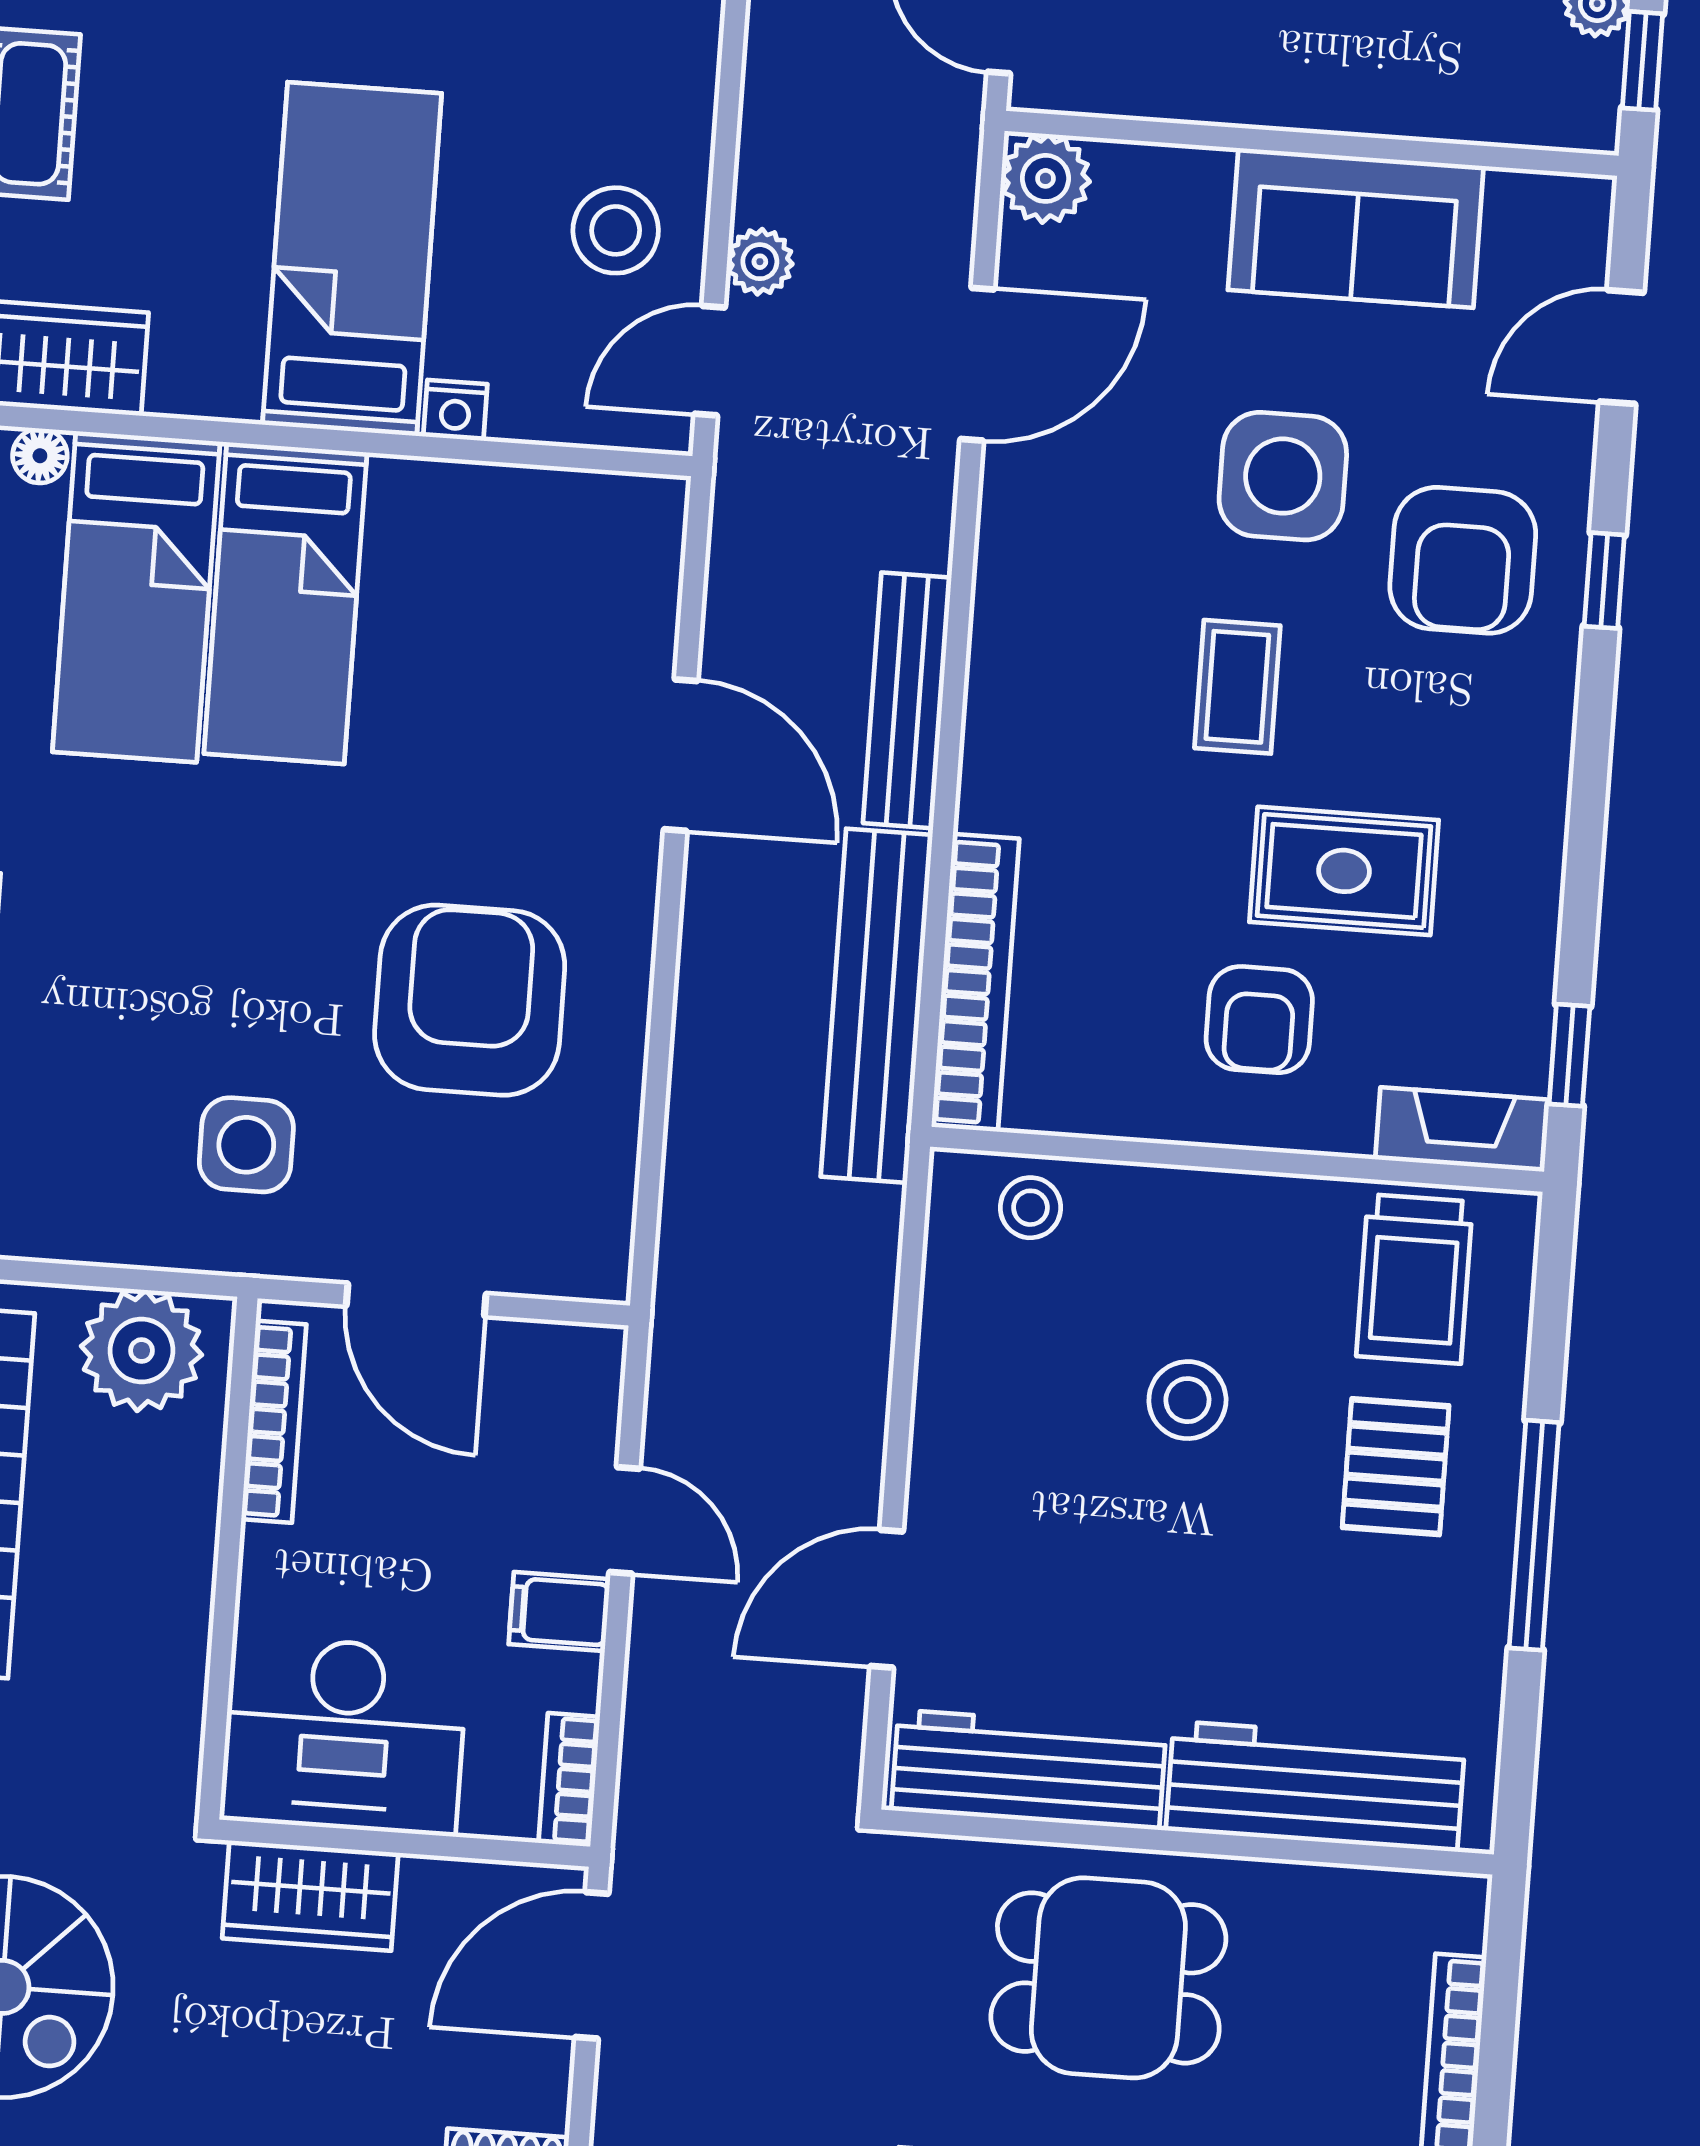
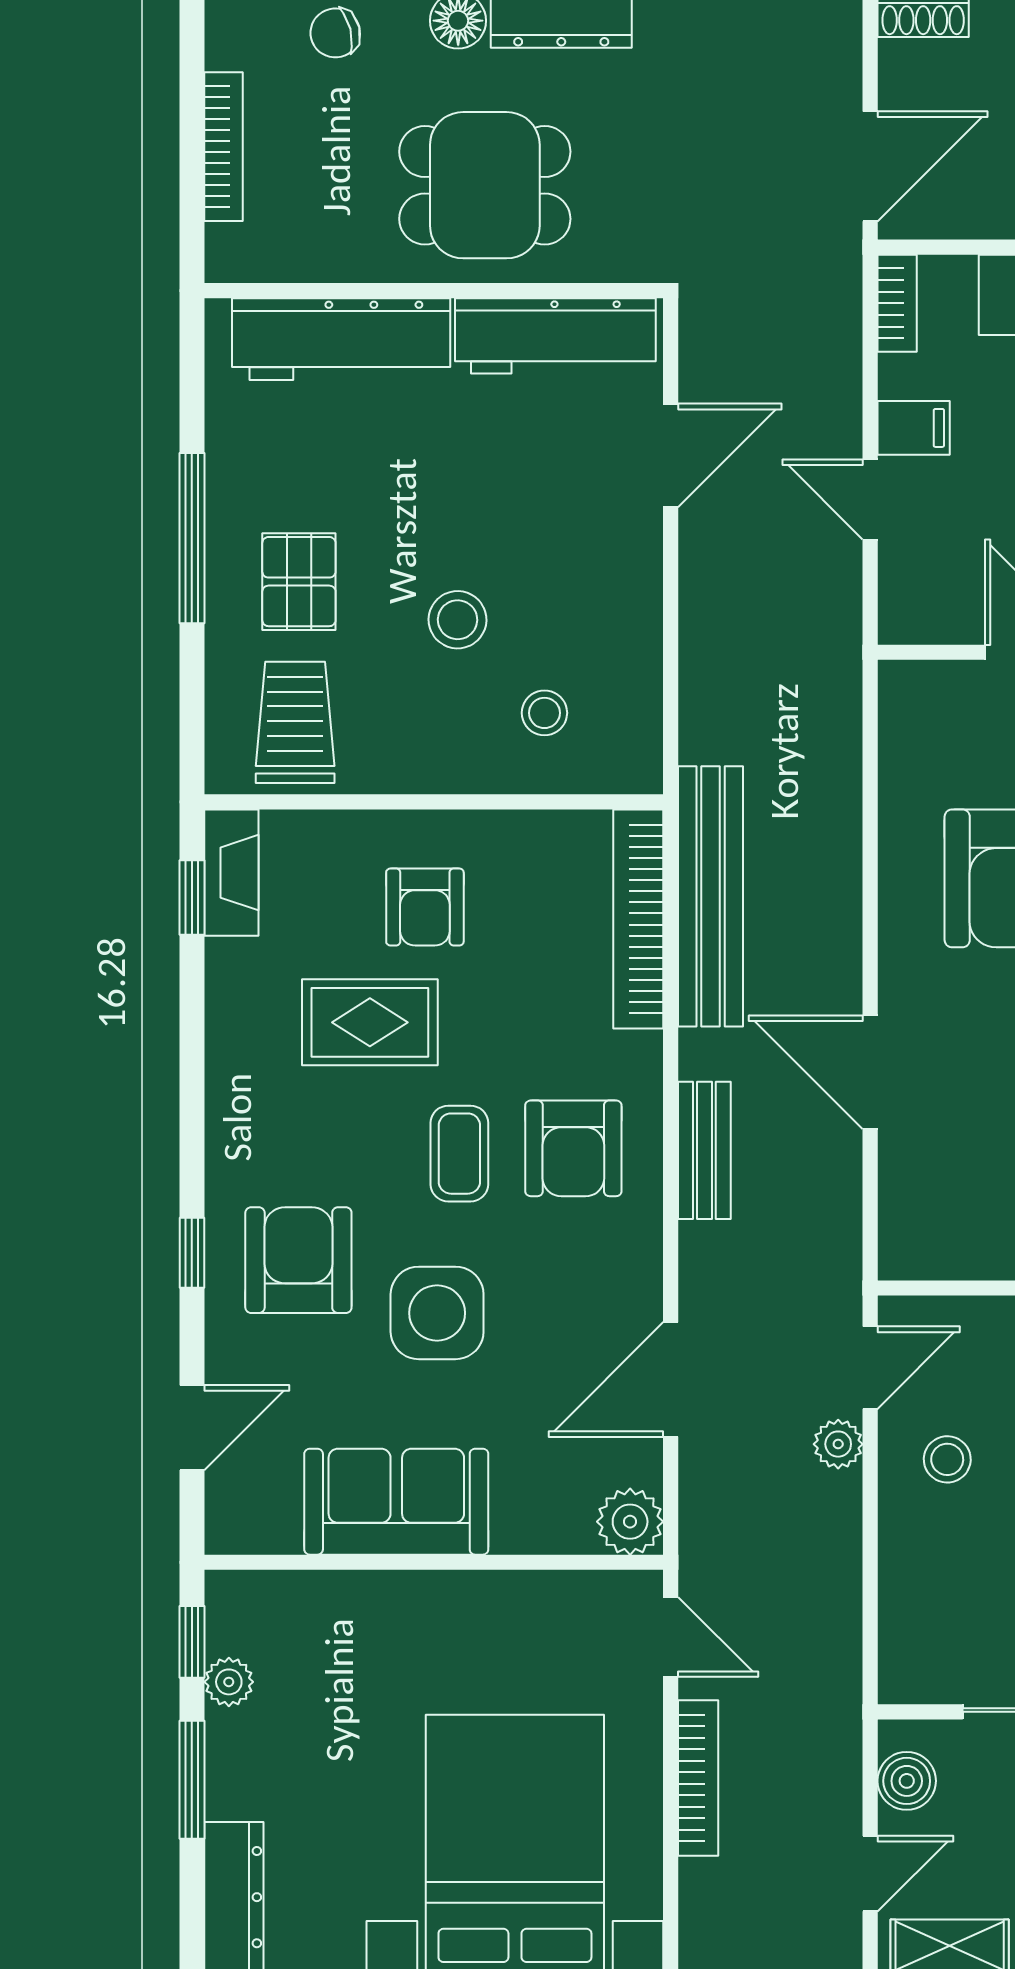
stool: (616, 230) -> (947, 1459), width x0.73, depth x0.73
armchair: (1085, 683) -> (573, 1148), added
bench: (907, 700) -> (704, 1150), width x0.73
armchair: (1259, 1020) -> (425, 907), turned 180
fireplace: (1462, 1129) -> (231, 873), moved, turned -90
stool: (1030, 1208) -> (544, 713), moved

